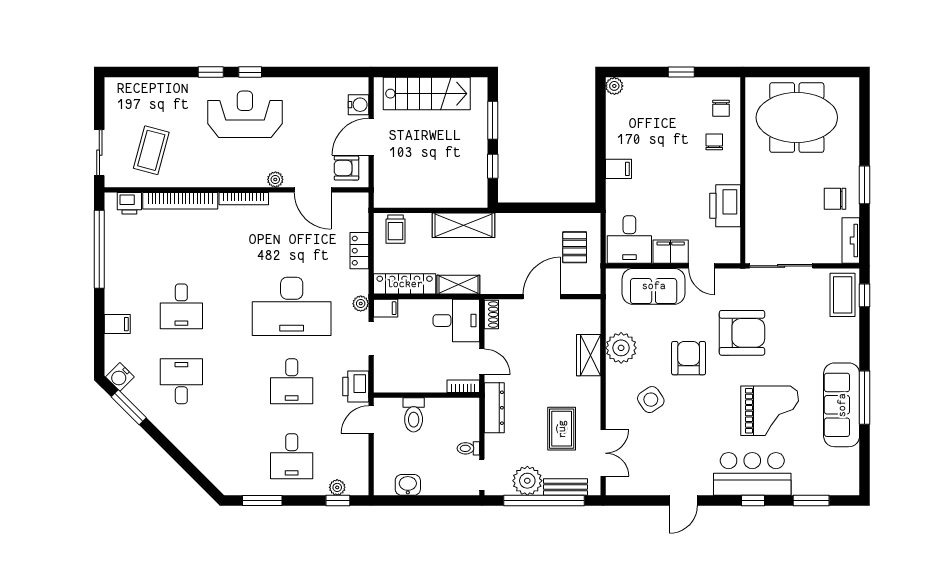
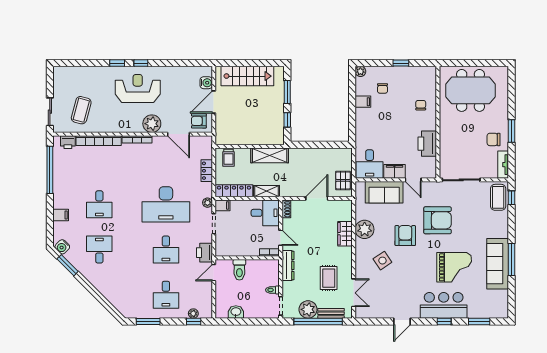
chair: (721, 108) -> (383, 88), moved
filing cabinet: (618, 169) -> (363, 102), moved
plant: (275, 179) -> (152, 124), width x1.88, depth x1.88
pallet: (575, 247) -> (343, 180), moved

